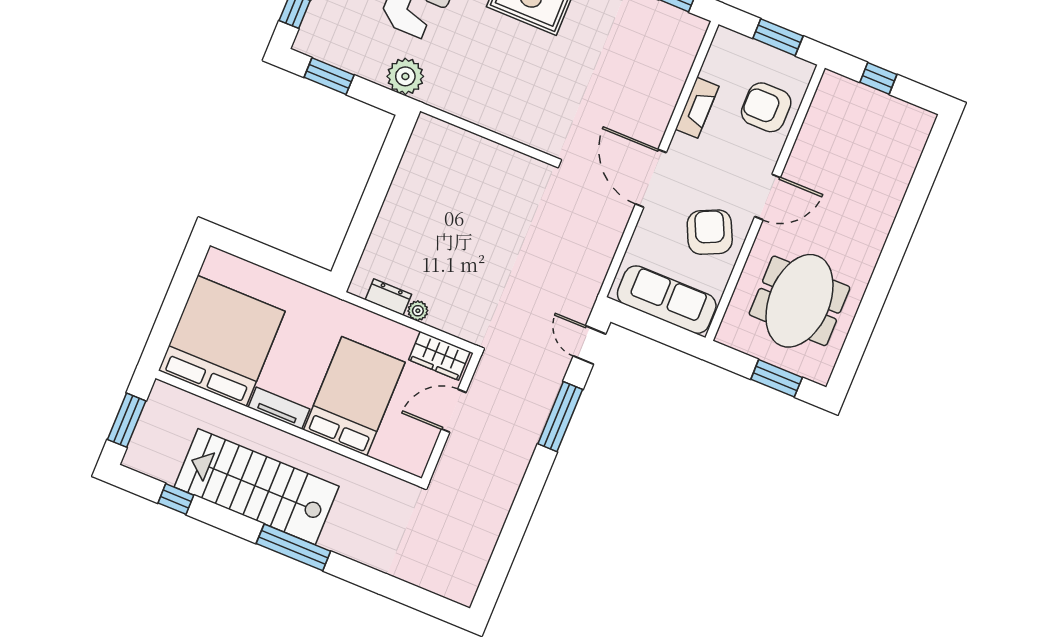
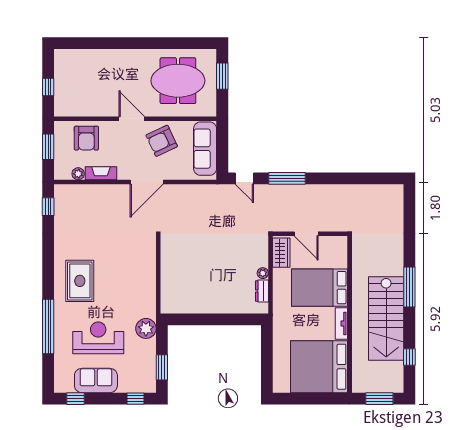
plant: (712, 69) -> (78, 174), added
door: (590, 345) -> (244, 178), hinge flipped

